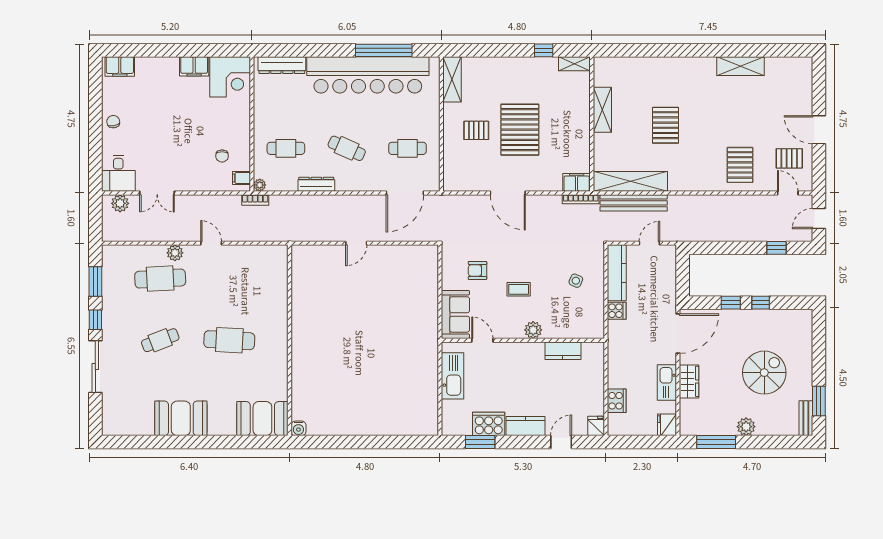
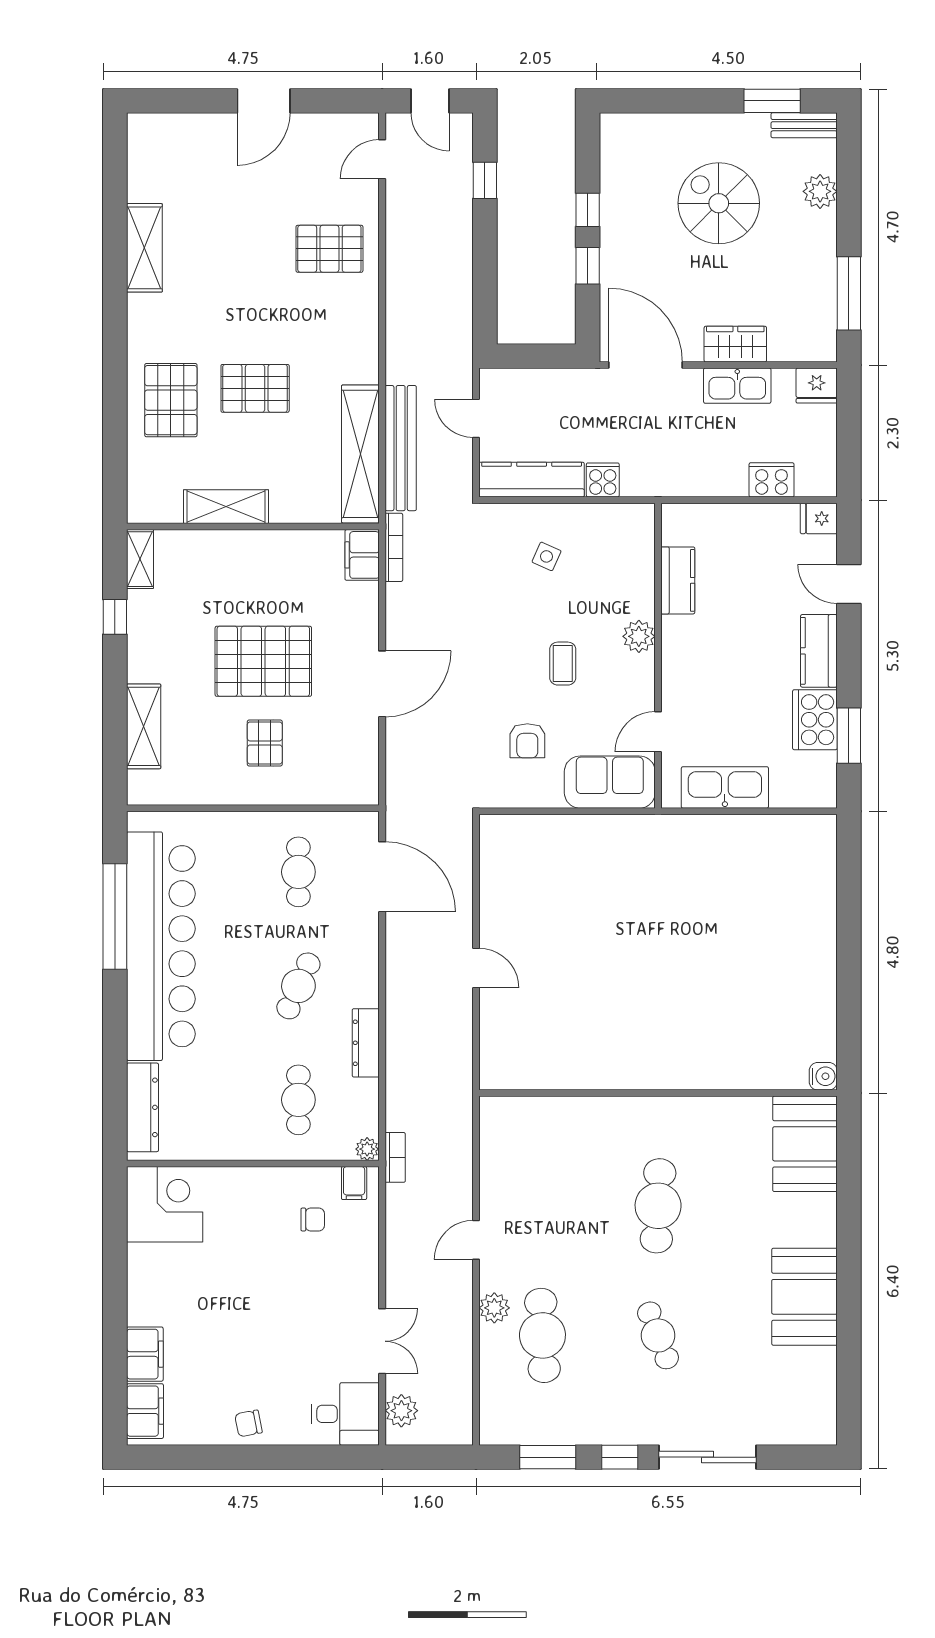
filing cabinet: (194, 66) -> (145, 1354), moved
shelving: (452, 79) -> (144, 726), moved, turned 90
pallet: (789, 158) -> (171, 400), moved, width x1.50, depth x1.42
plant: (746, 427) -> (820, 191), moved

